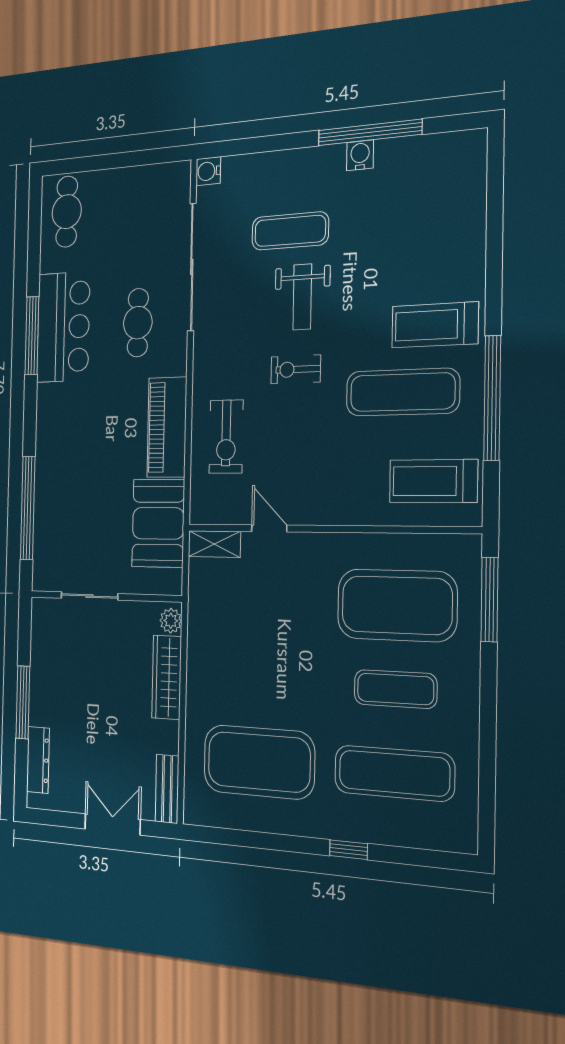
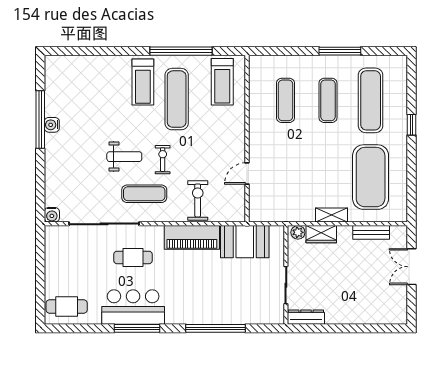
exercise mat: (290, 231) -> (144, 194), moved, turned 90
exercise bike: (296, 369) -> (163, 160), turned 180
exercise bike: (226, 437) -> (198, 200), turned -90
window: (28, 508) -> (216, 328), moved
shelving: (214, 544) -> (331, 215), moved, turned 90
window: (489, 600) -> (340, 51), moved
exercise mat: (397, 605) -> (285, 100), width x0.50, depth x0.69
wardrobe: (167, 677) -> (321, 234), width x0.67
window: (23, 702) -> (348, 328), removed
dresser: (38, 760) -> (306, 317), moved
bench: (167, 789) -> (371, 232), moved

